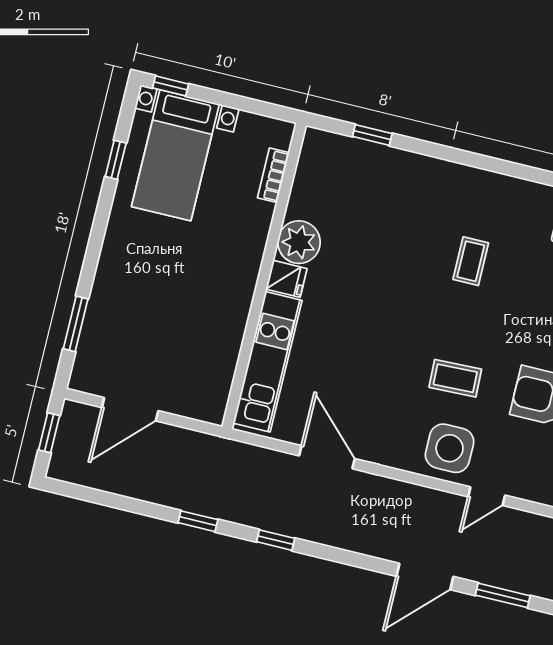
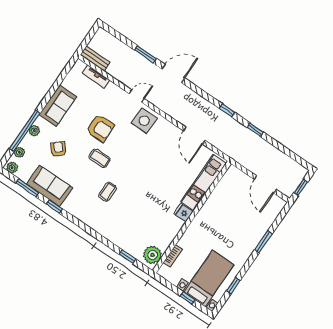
window: (171, 86) -> (188, 298), moved
plant: (299, 242) -> (152, 255), moved
window: (76, 324) -> (263, 242), moved
coffee table: (455, 378) -> (99, 158), moved
door: (130, 409) -> (265, 184), swing flipped

